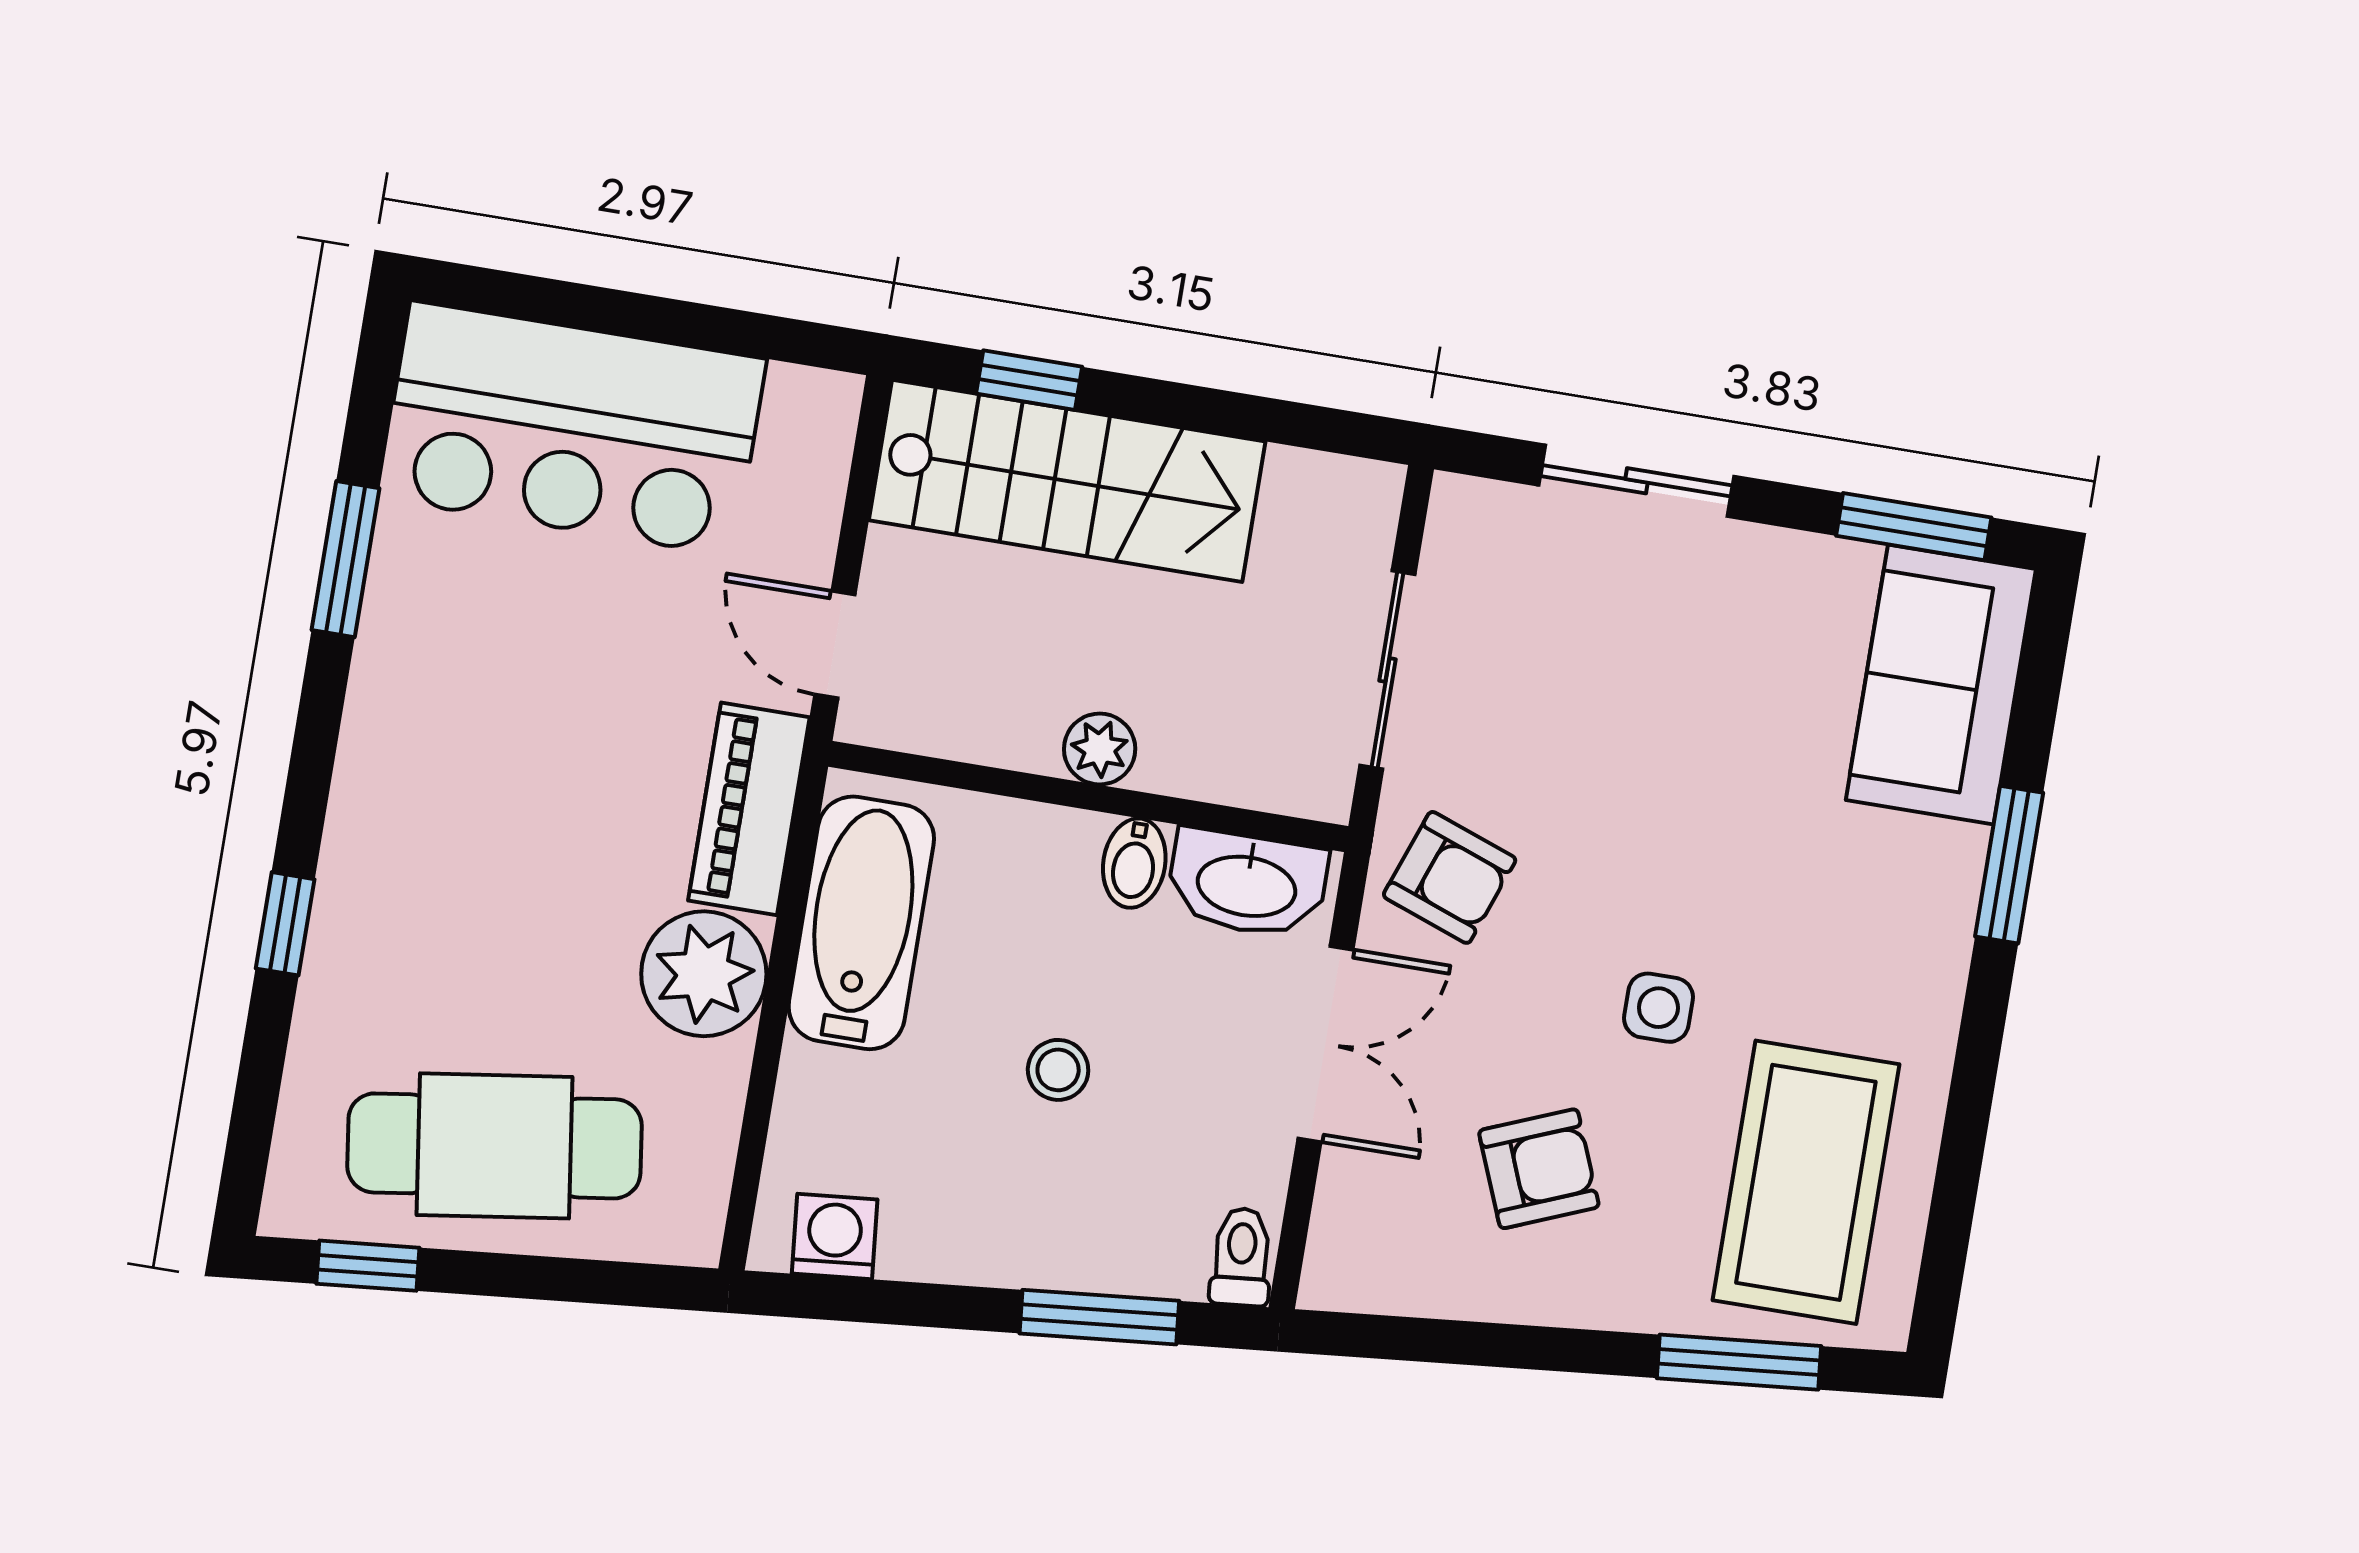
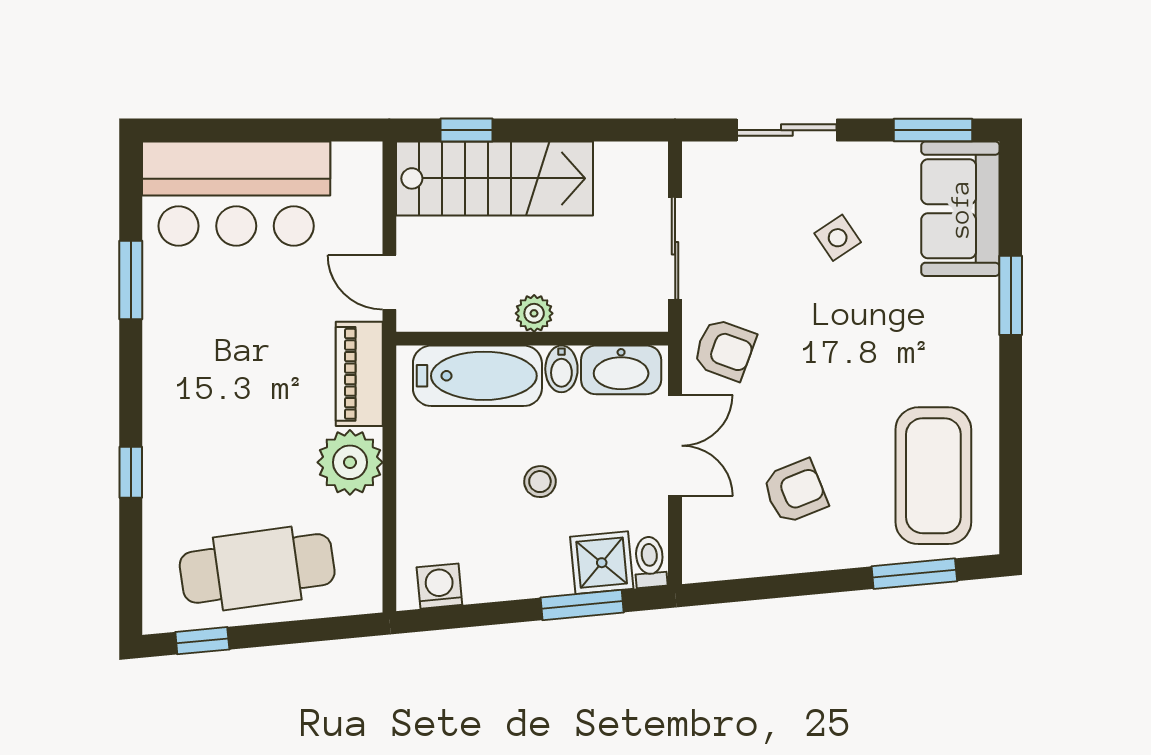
bathtub: (861, 923) -> (477, 376), moved, turned 90
side table: (1658, 1008) -> (838, 238), moved, turned -34
shower: (1150, 1243) -> (602, 563), added

